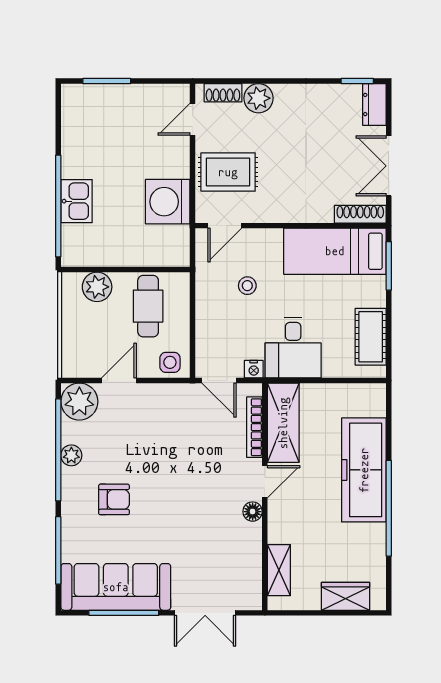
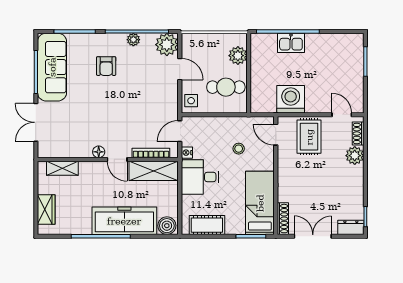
boiler: (372, 401) -> (167, 226), added

